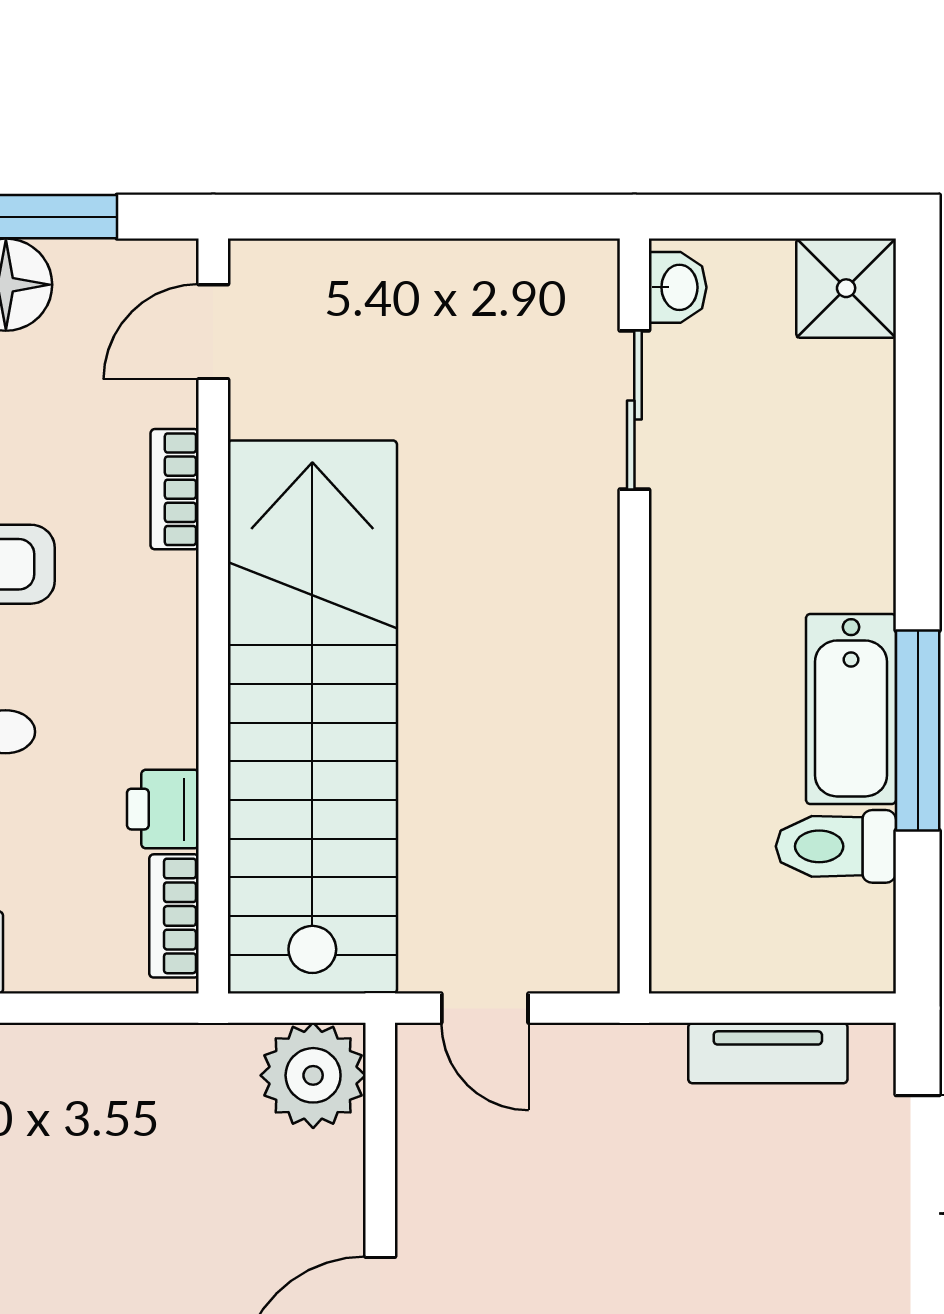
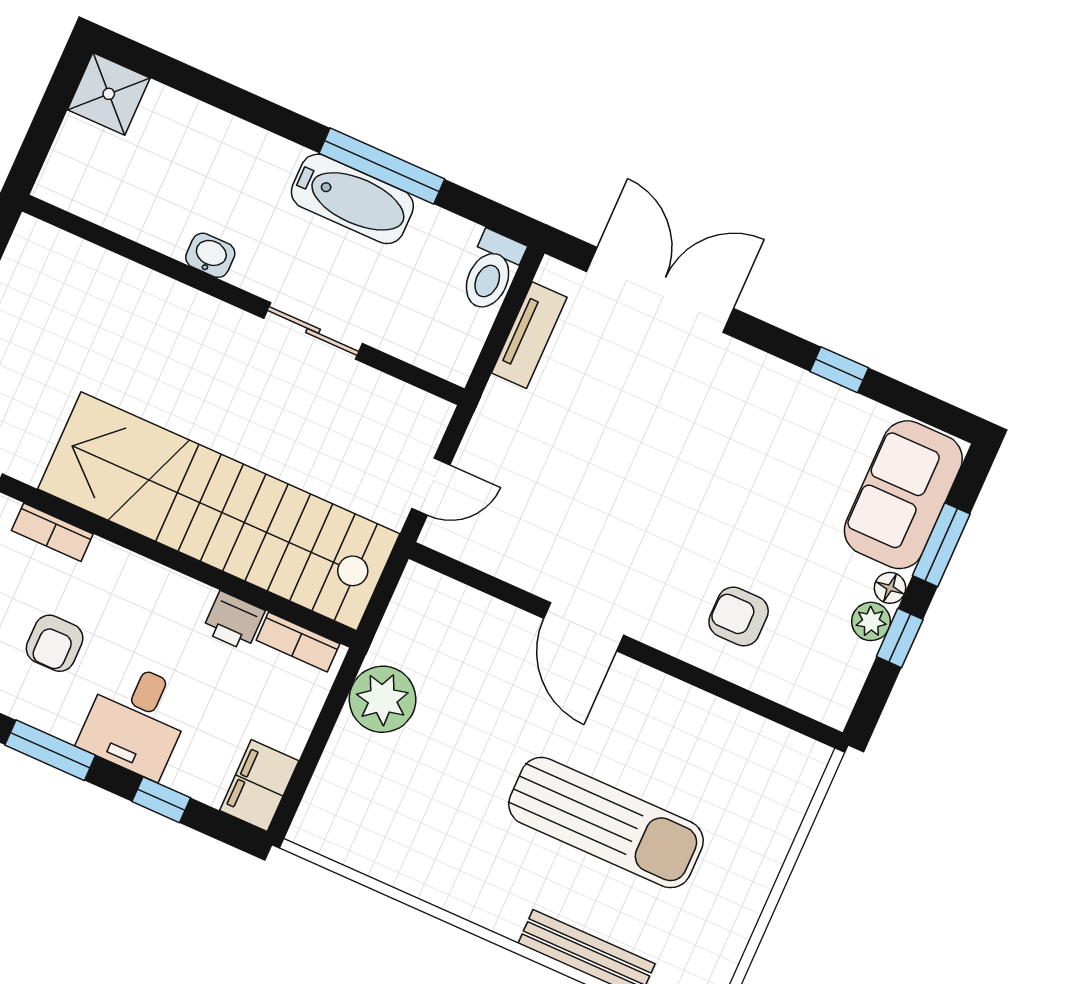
washbasin: (678, 287) -> (210, 255), moved
sliding door: (634, 410) -> (313, 331), moved
toilet: (836, 846) -> (492, 271), moved
plant: (313, 1075) -> (382, 699), moved

